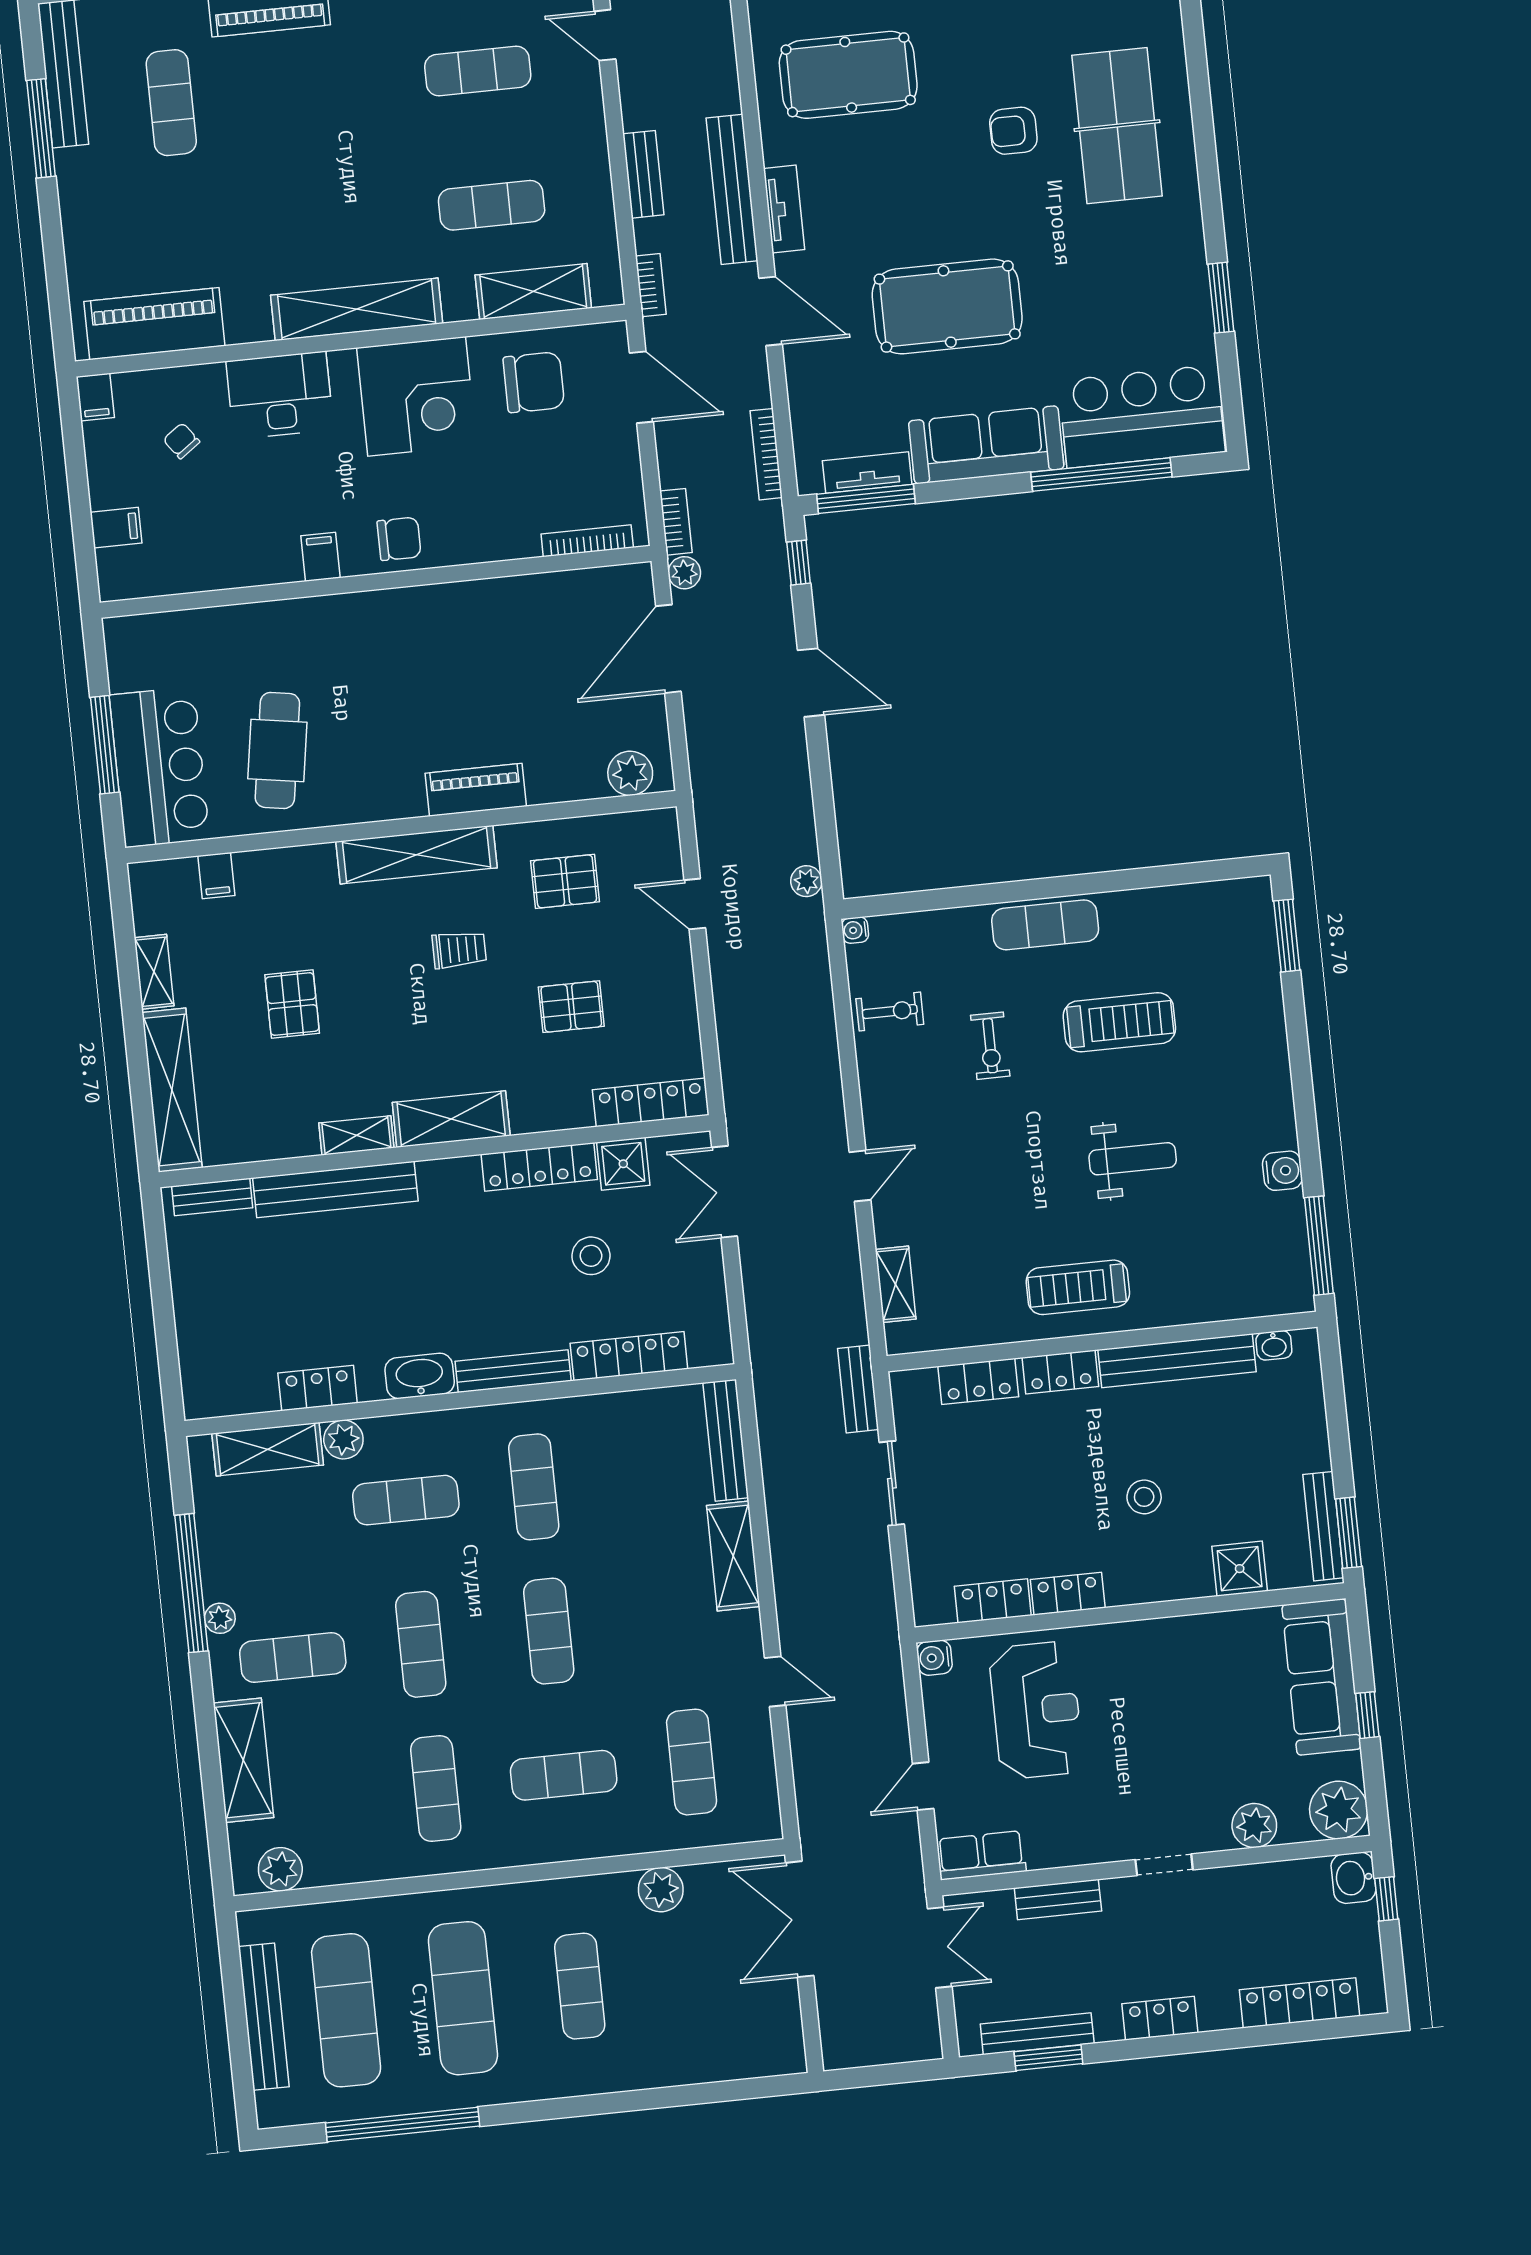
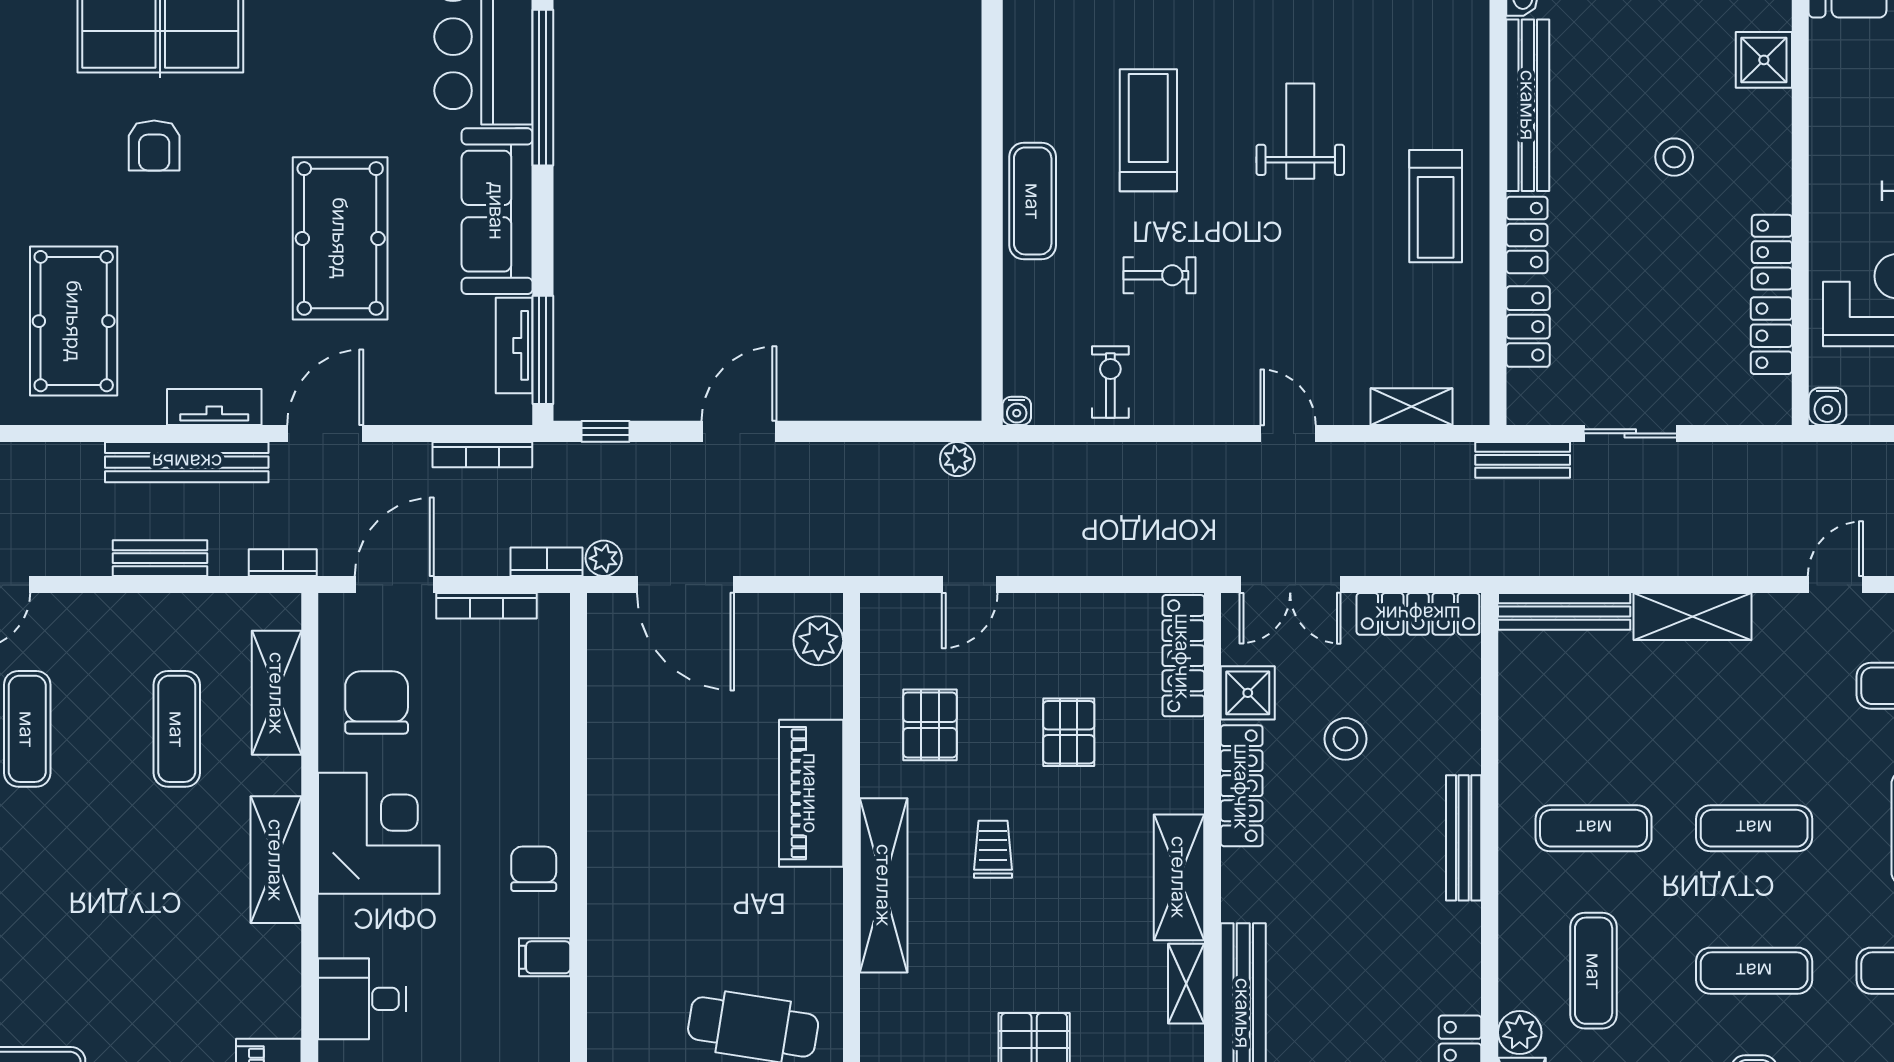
shelving: (357, 309) -> (276, 860), width x0.68
desk: (280, 395) -> (362, 999), width x0.73
bookcase: (587, 541) -> (487, 606), moved, turned -90
piano: (476, 790) -> (811, 793), width x1.37, depth x1.33
locker: (629, 1356) -> (1418, 614), moved, turned -90
washbasin: (420, 1376) -> (1458, 941), removed

